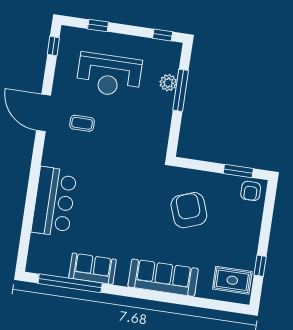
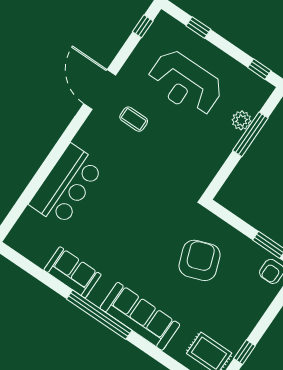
window: (70, 283) -> (99, 315), moved

